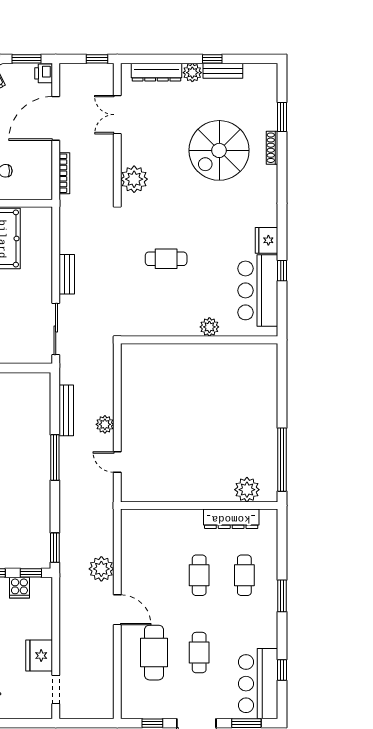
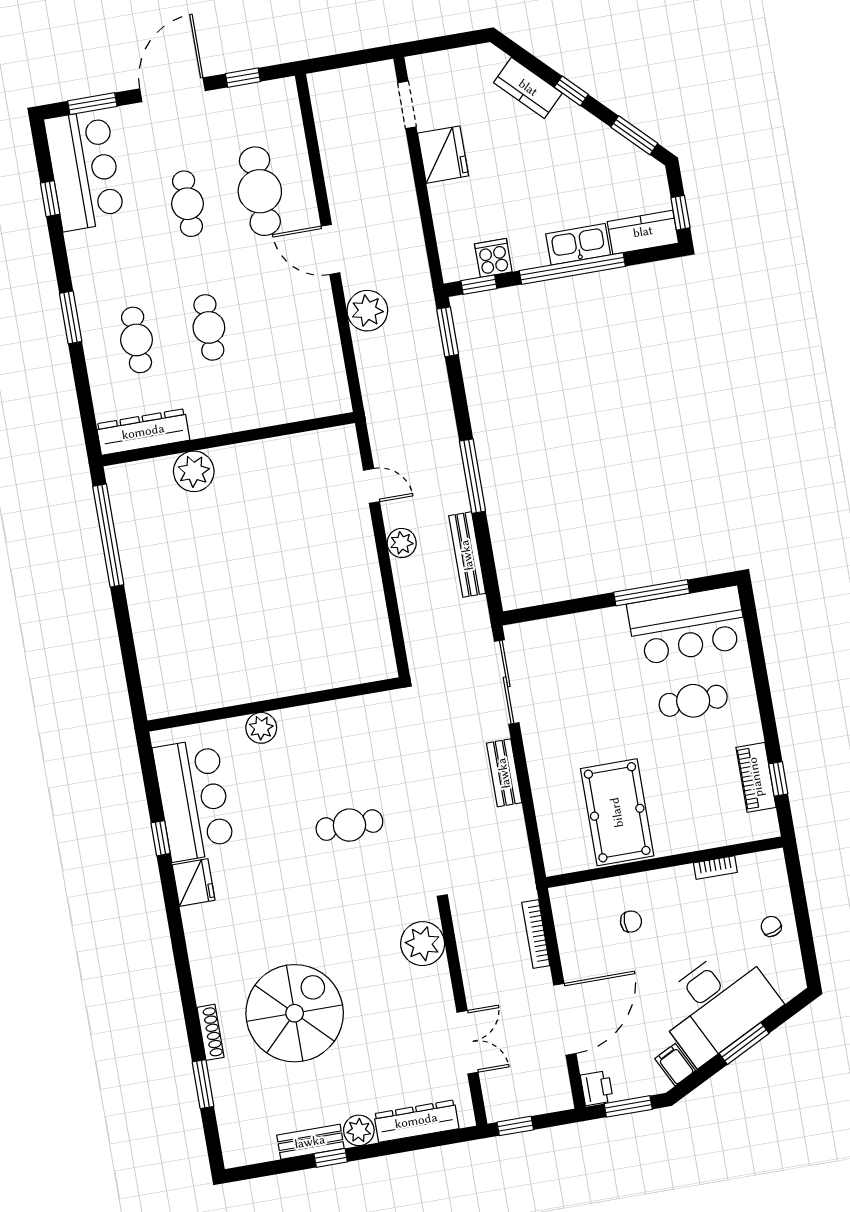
plant: (247, 490) -> (194, 471), moved
dresser: (231, 519) -> (143, 432), moved

